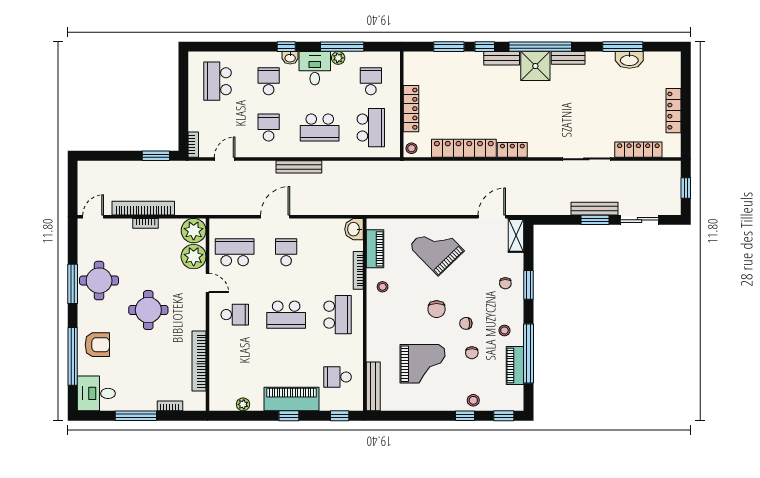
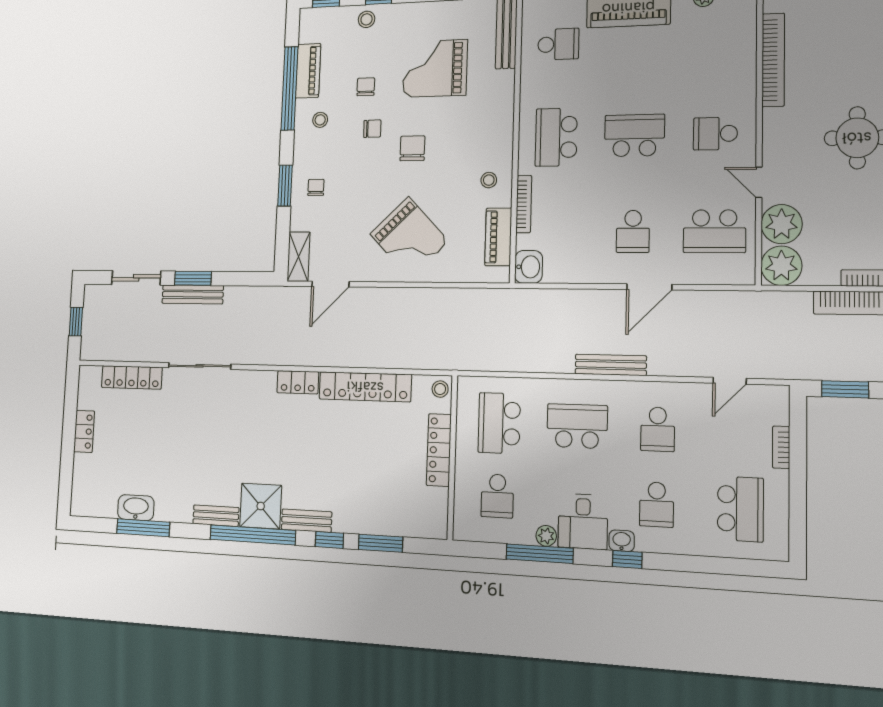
locker: (674, 111) -> (84, 431), width x0.66
bookcase: (193, 145) -> (781, 447), moved

